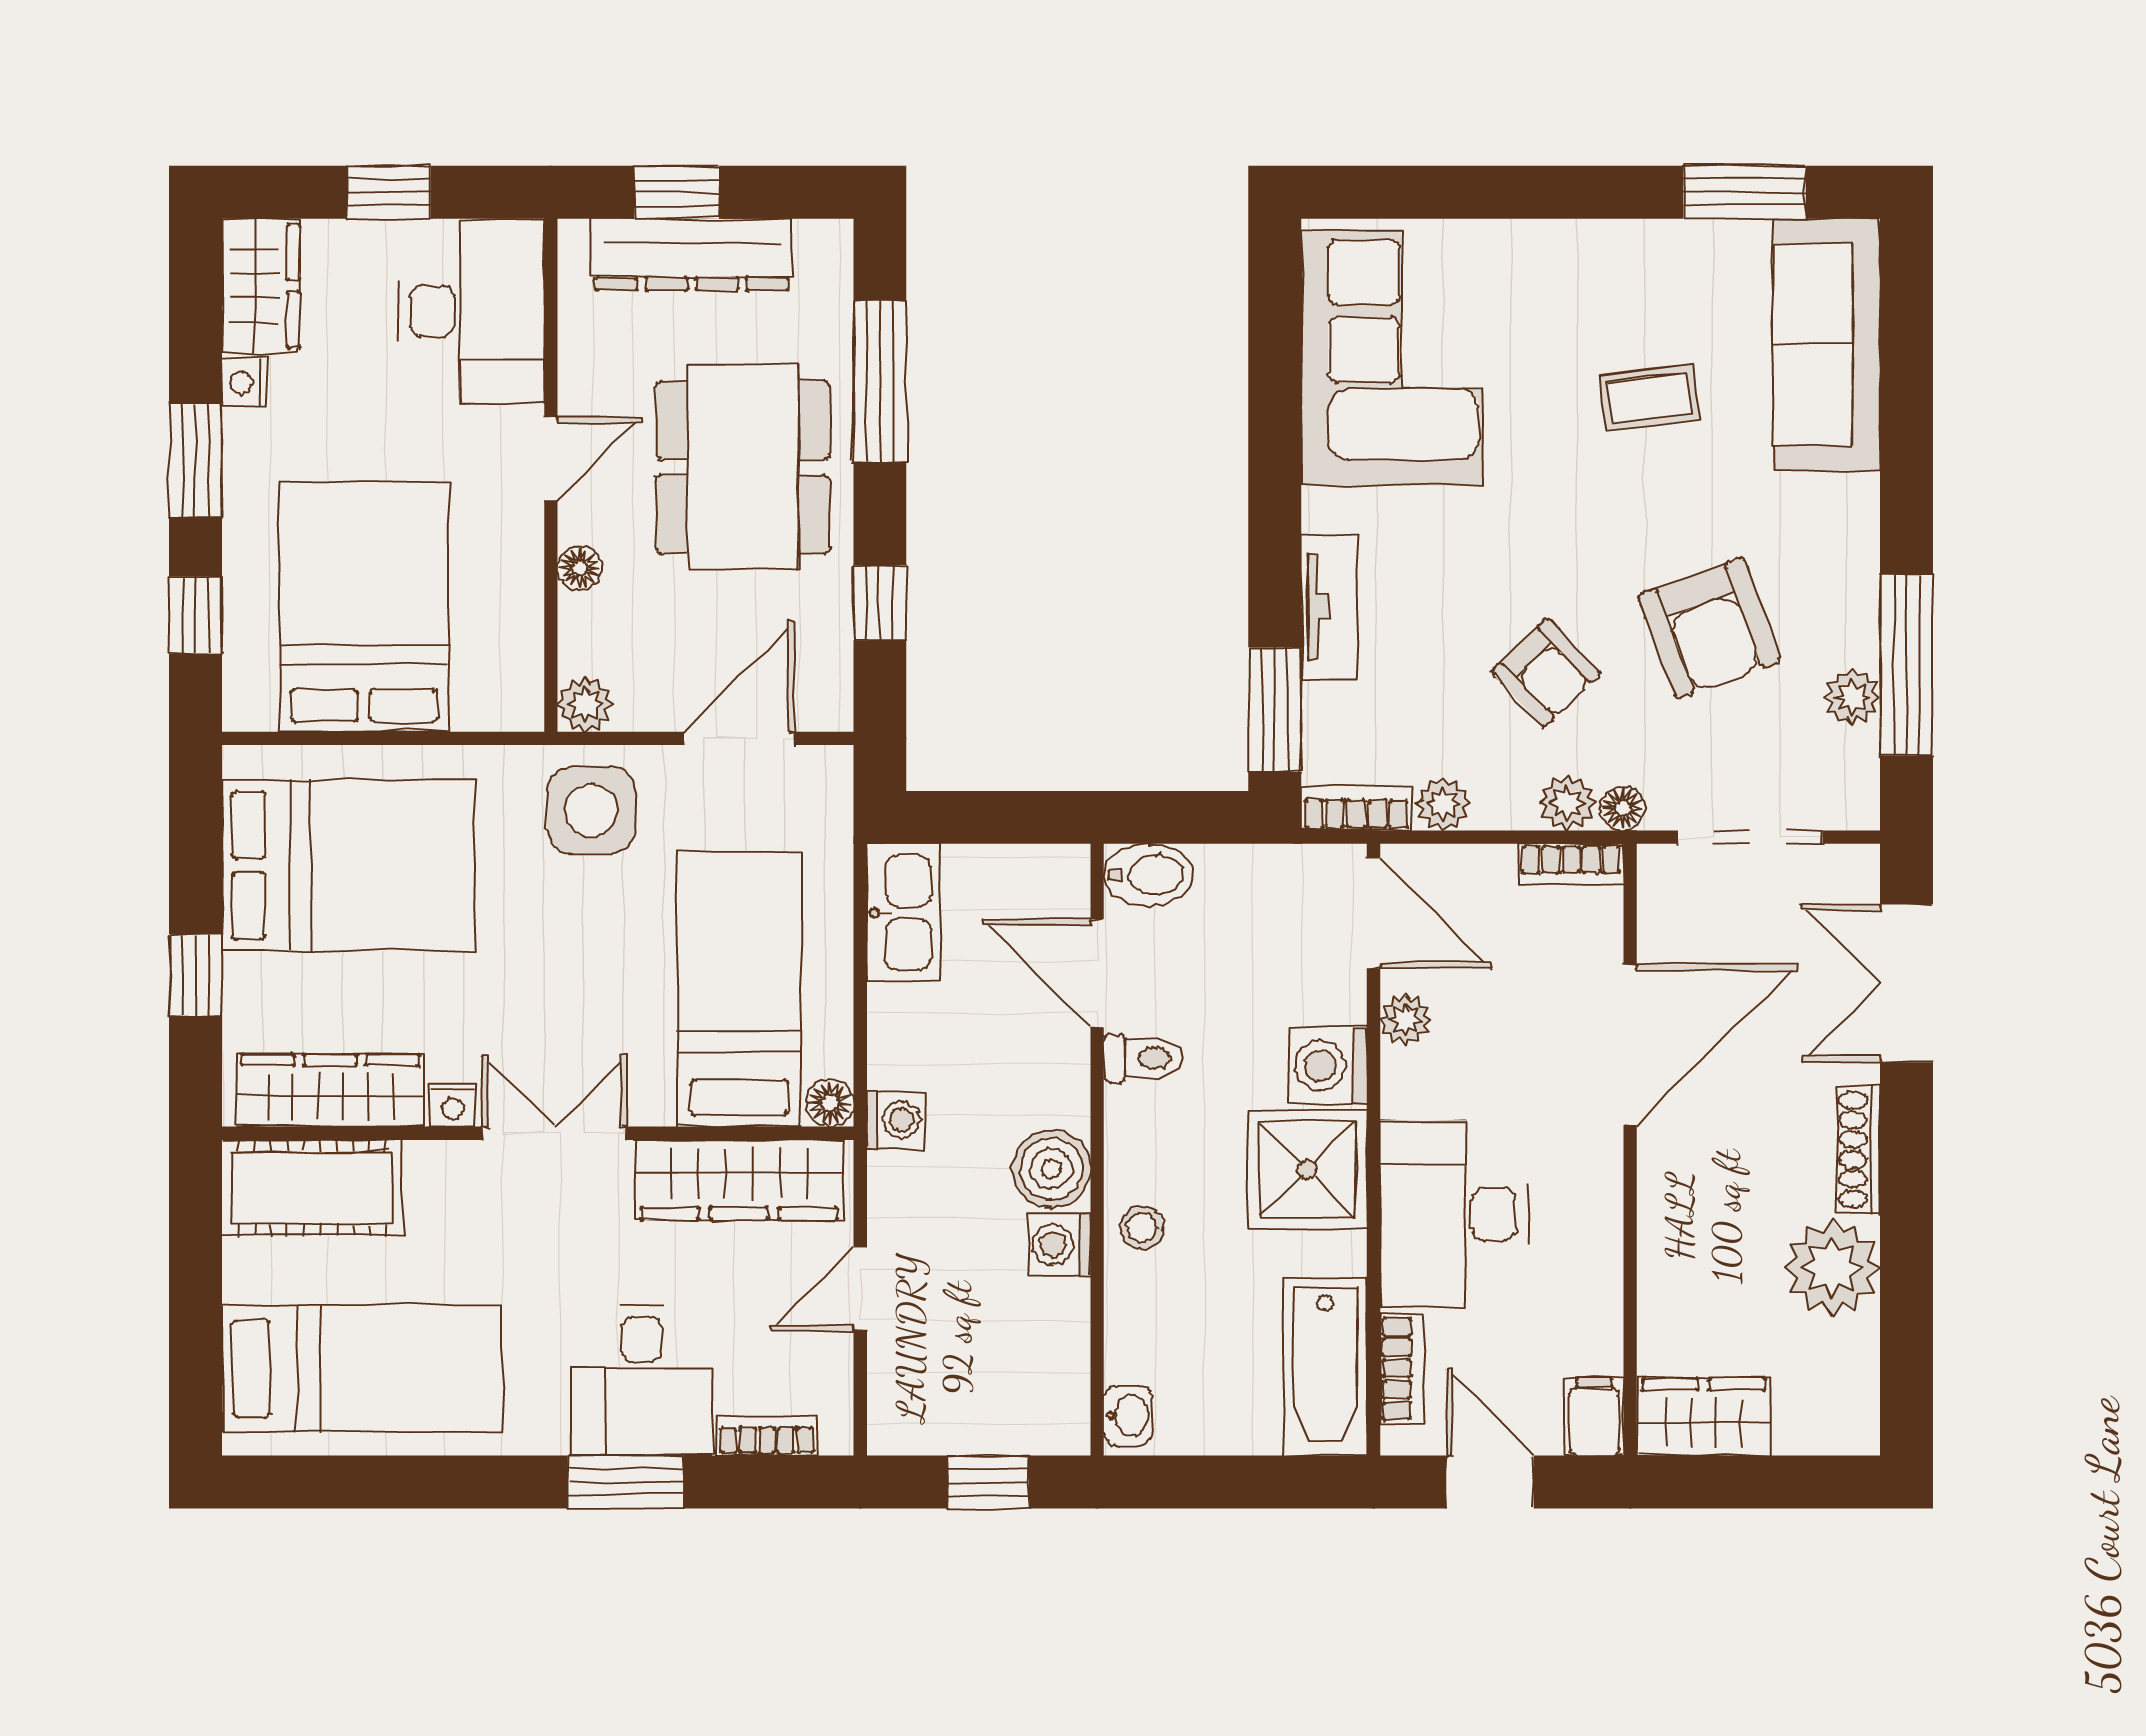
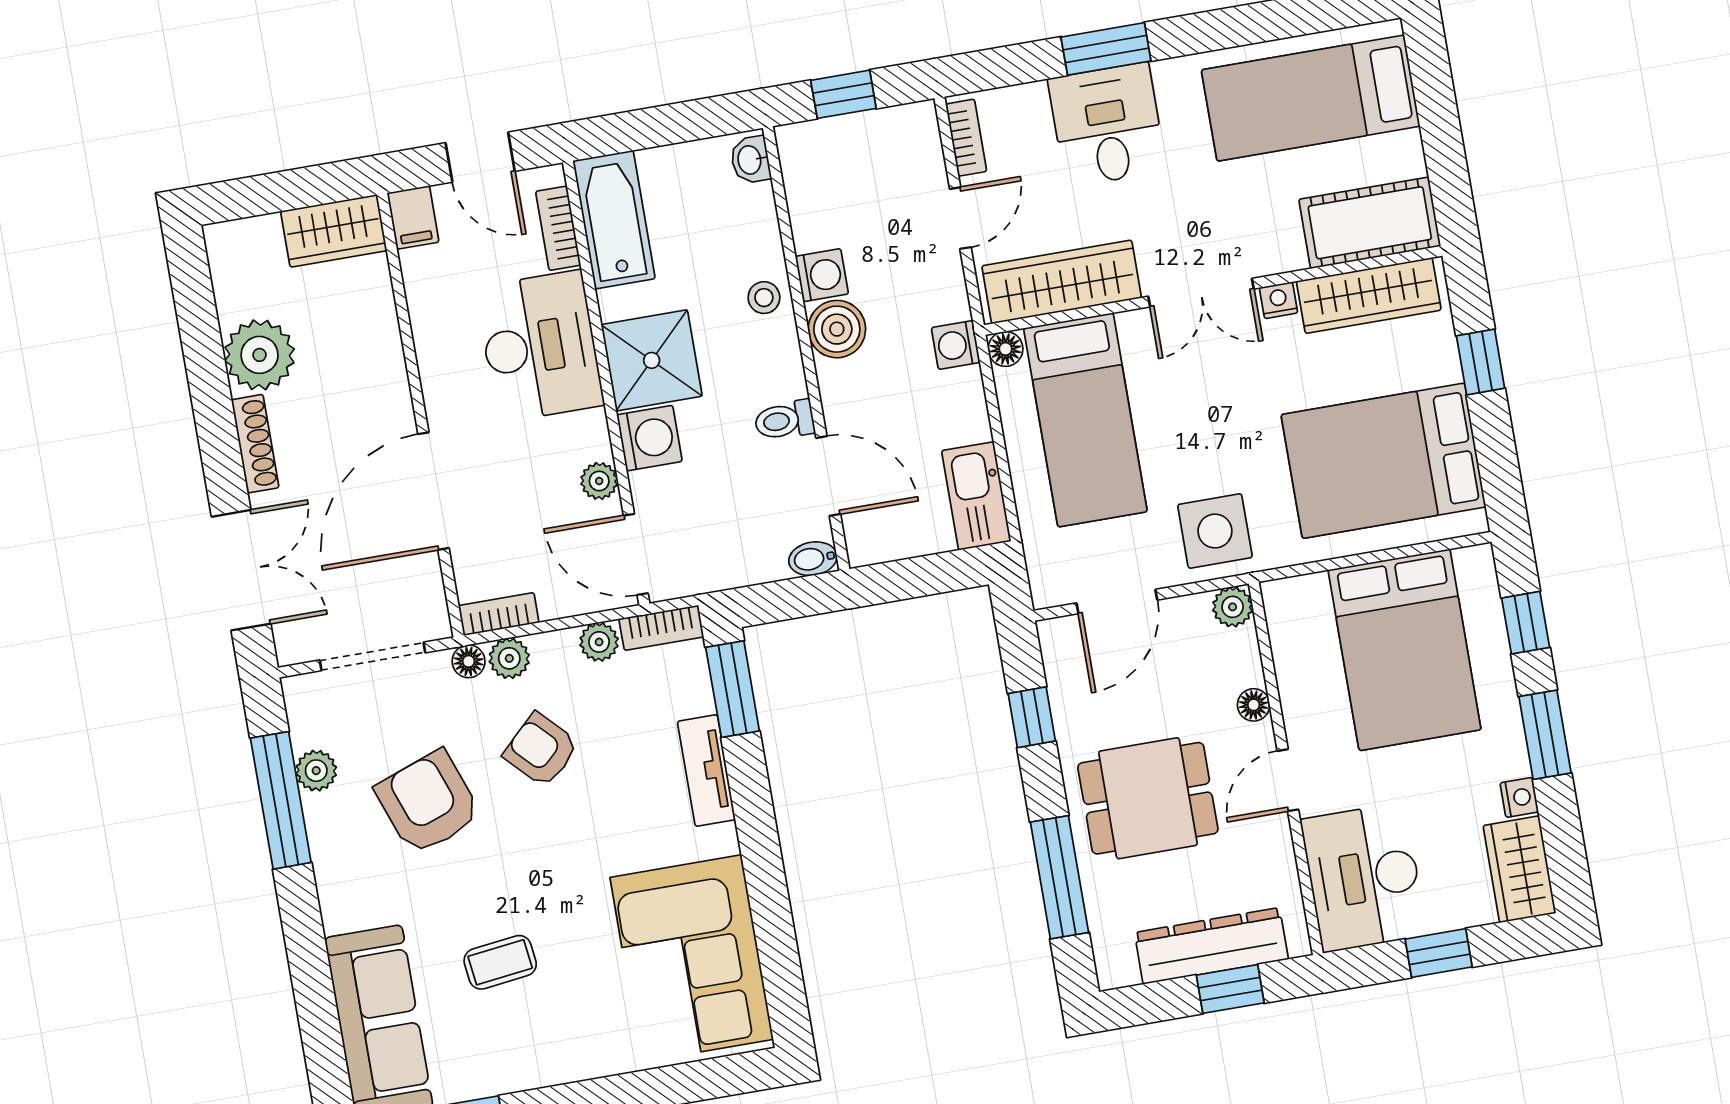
dining table: (743, 467) -> (1148, 798), width x0.73
bidet: (1149, 875) -> (813, 559), width x0.72, depth x0.74
bookcase: (767, 1436) -> (966, 138), moved, turned -90

